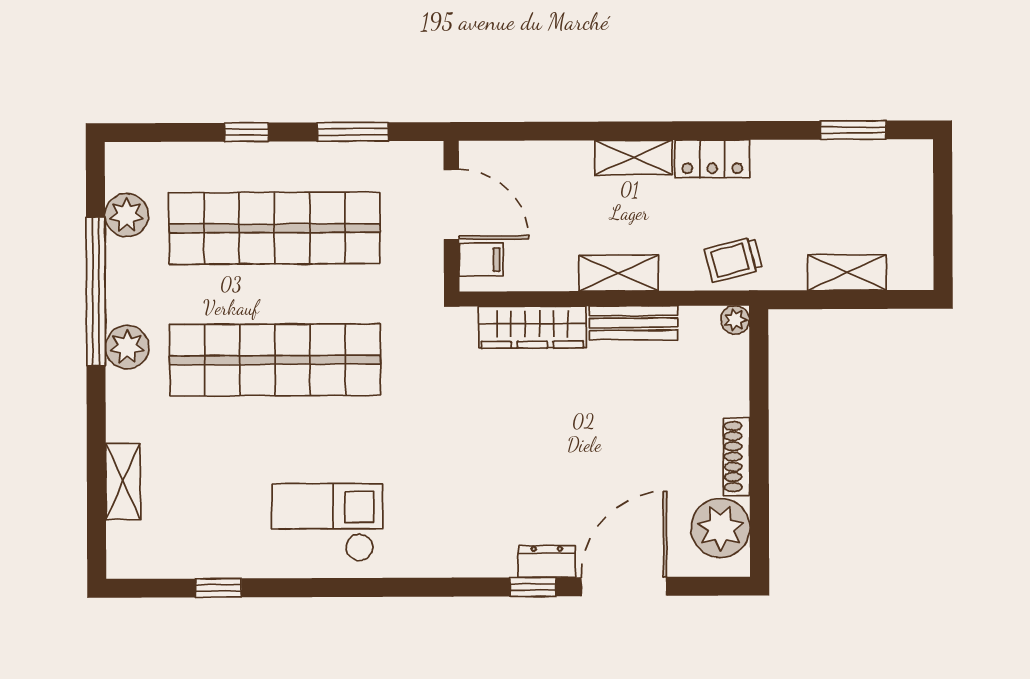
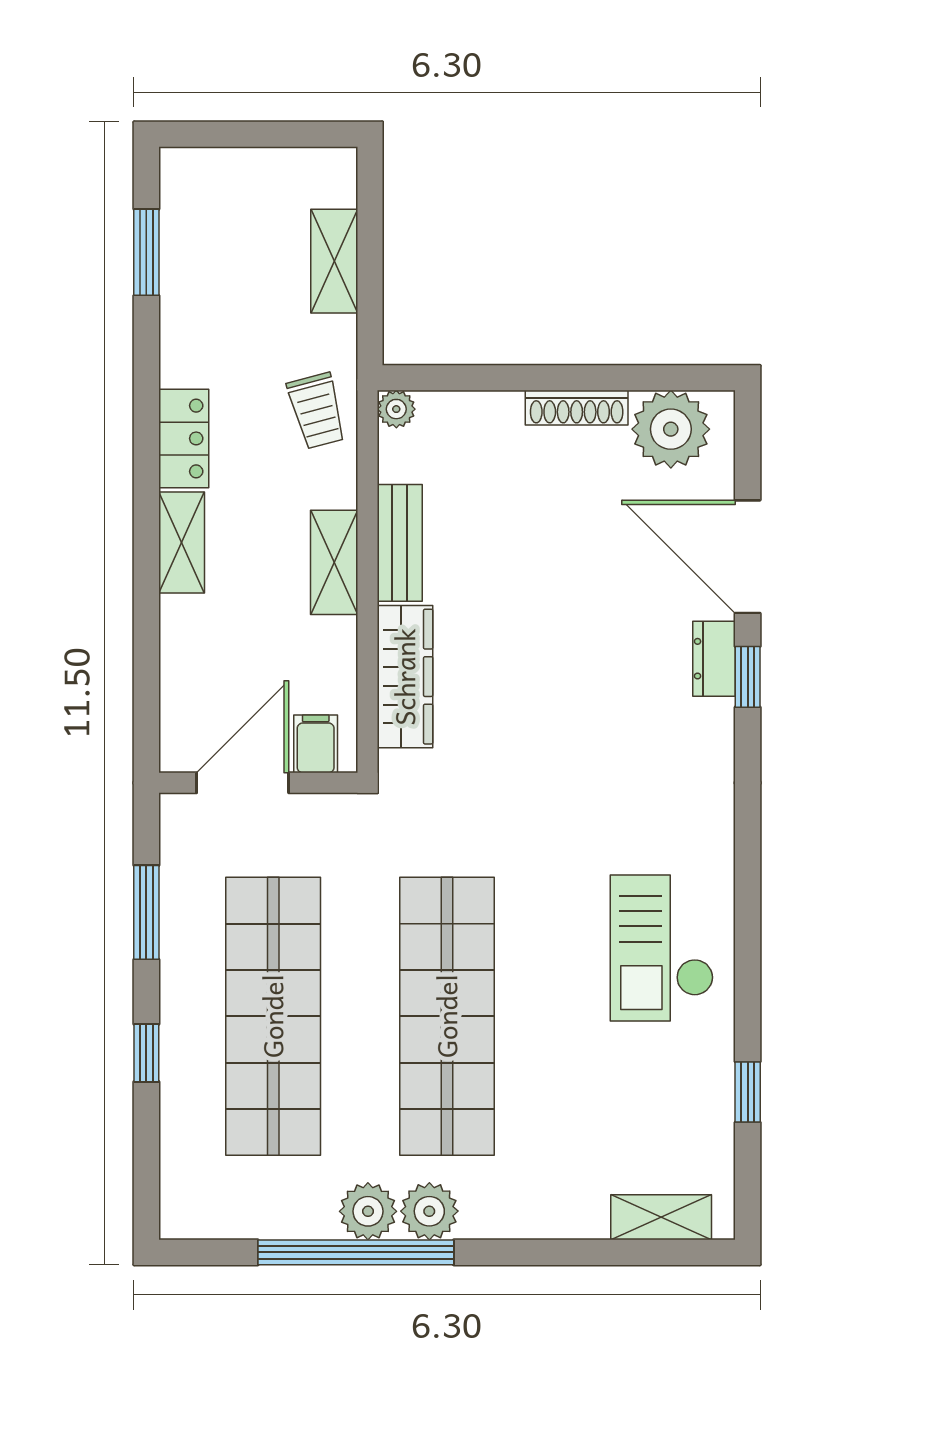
plant: (127, 215) -> (368, 1211), moved
shelving: (123, 482) -> (661, 1217), moved

